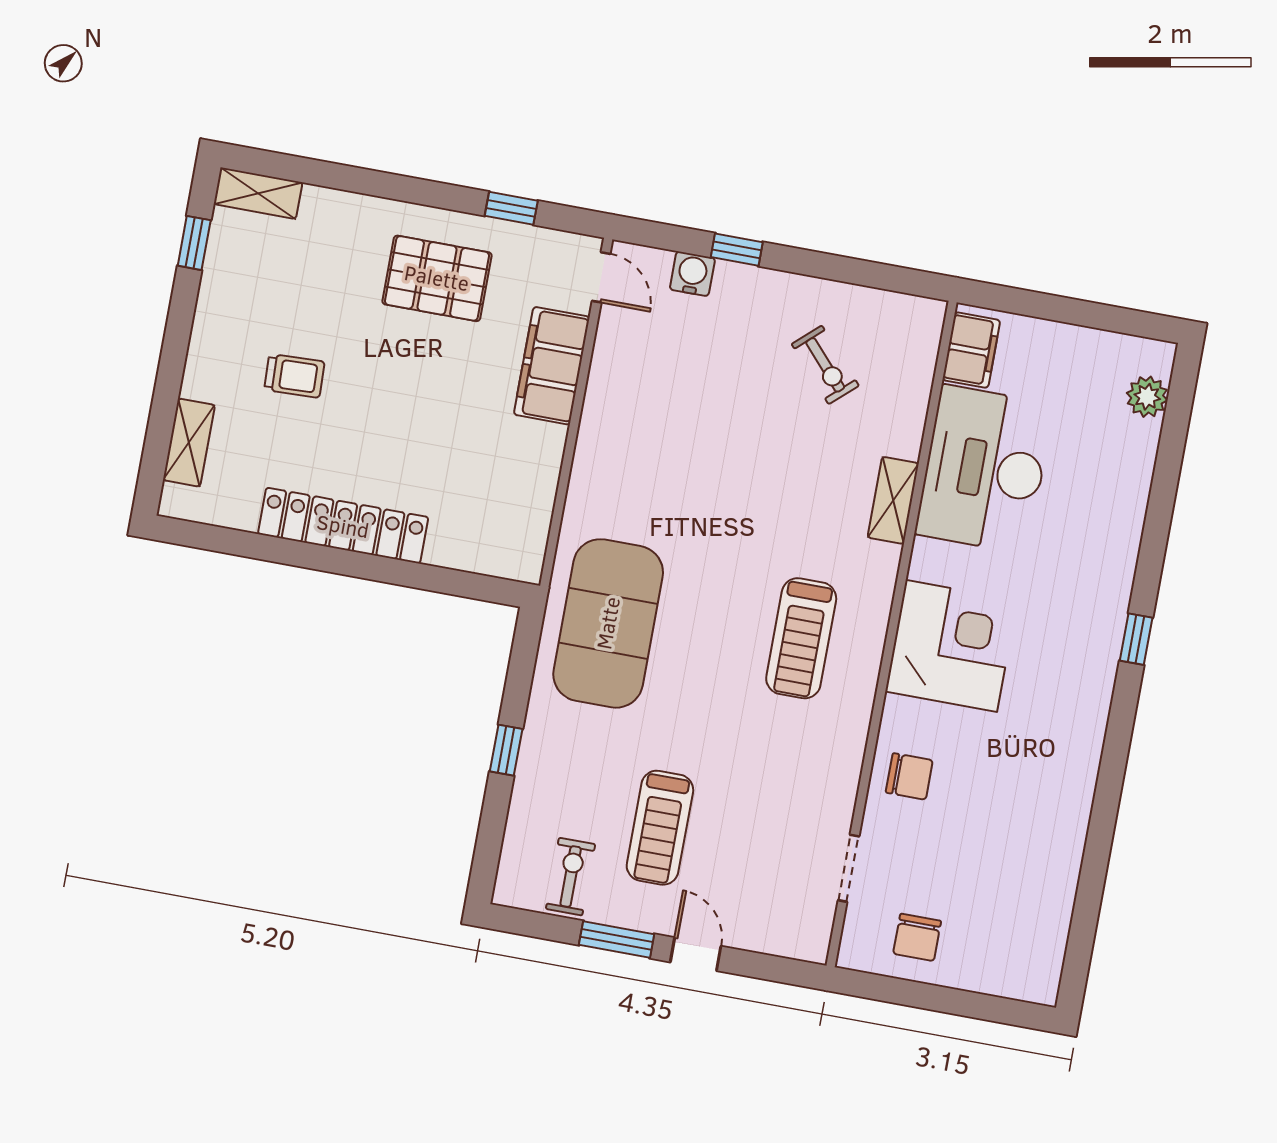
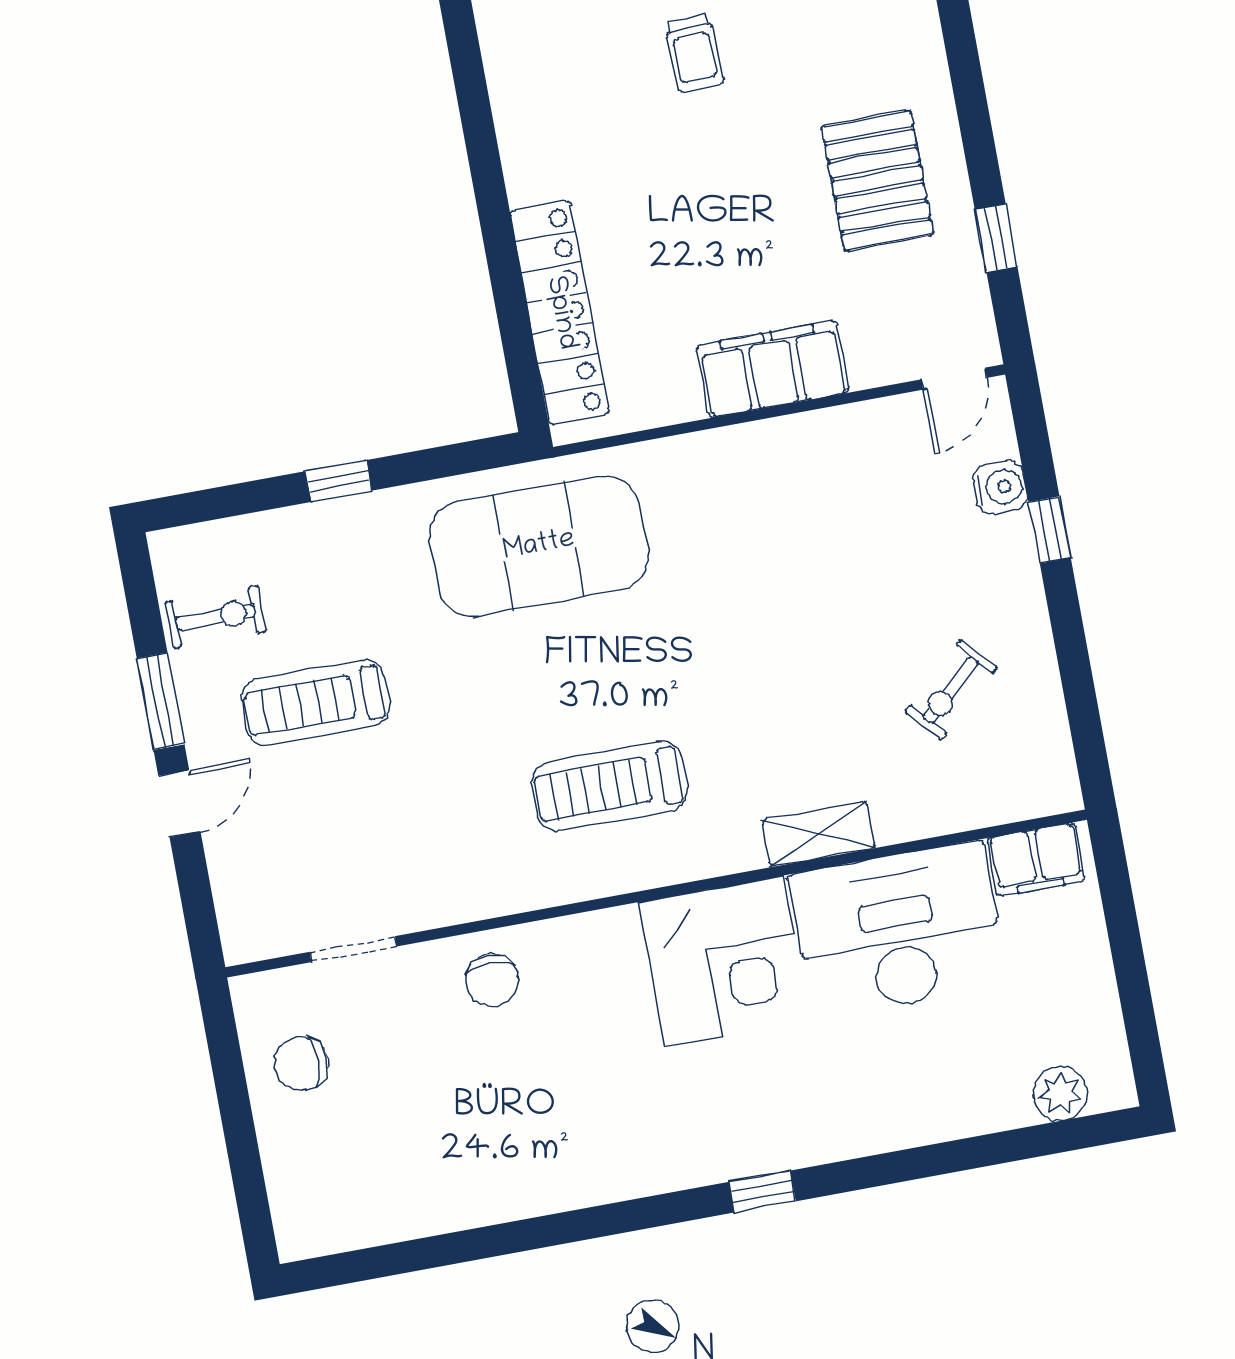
filing cabinet: (552, 366) -> (773, 369), moved
locker: (343, 526) -> (560, 313), moved
corner desk: (951, 646) -> (724, 961), moved

